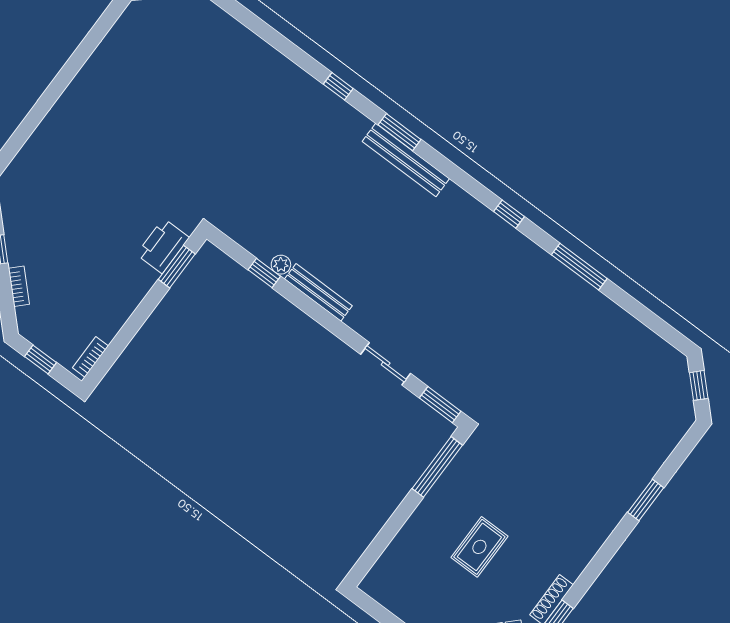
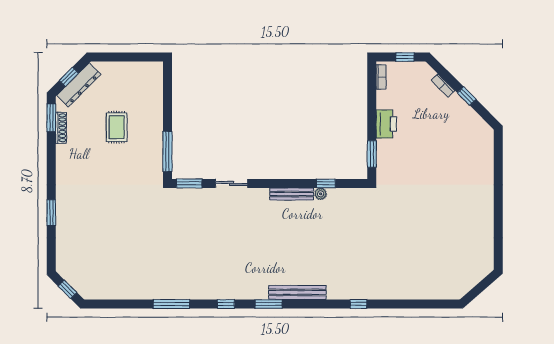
window: (399, 132) -> (269, 304), moved
printer: (163, 246) -> (386, 124), moved

